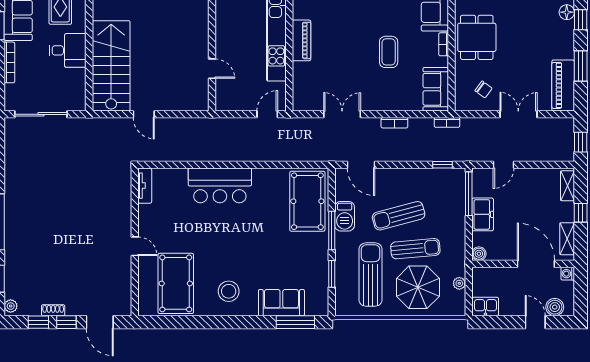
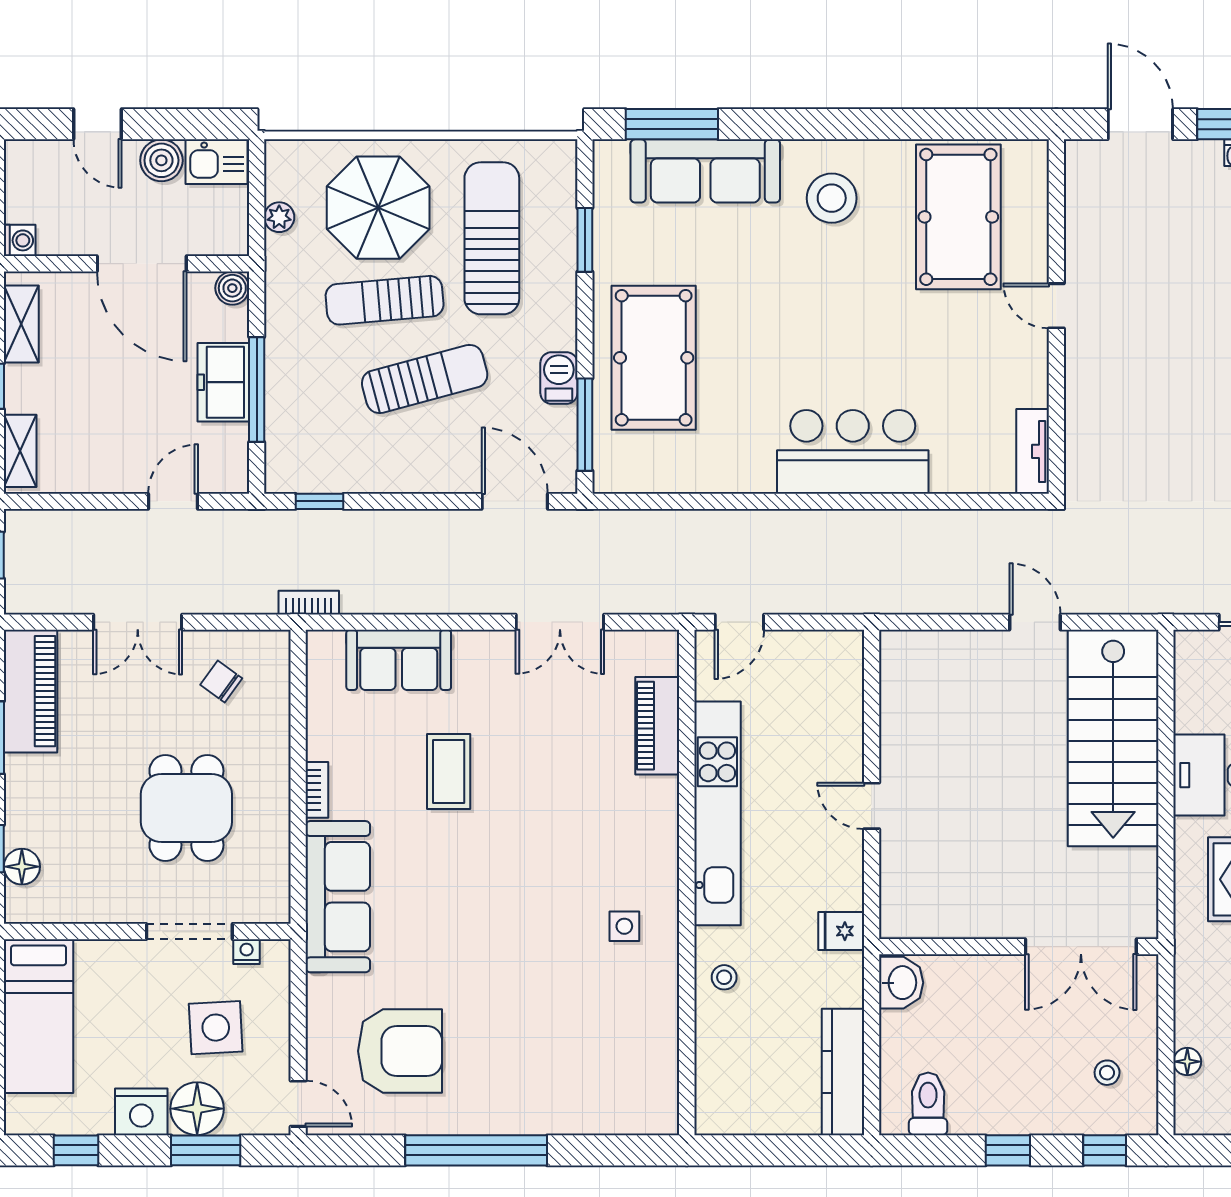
dining table: (477, 37) -> (186, 808), moved
piano: (301, 40) -> (657, 726), moved
door: (212, 69) -> (872, 806), moved
sofa: (436, 89) -> (399, 660), moved, turned 90
bookcase: (394, 123) -> (435, 602), removed
window: (469, 194) -> (257, 390), moved
pool table: (307, 201) -> (654, 358), moved
barbecue: (345, 216) -> (559, 378), width x0.73, depth x0.79
window: (332, 231) -> (585, 425), moved
door: (536, 264) -> (142, 264), moved
sun lounger: (371, 275) -> (492, 238), turned 180
sofa: (281, 303) -> (705, 171), width x1.36
boiler: (555, 307) -> (161, 160), moved

